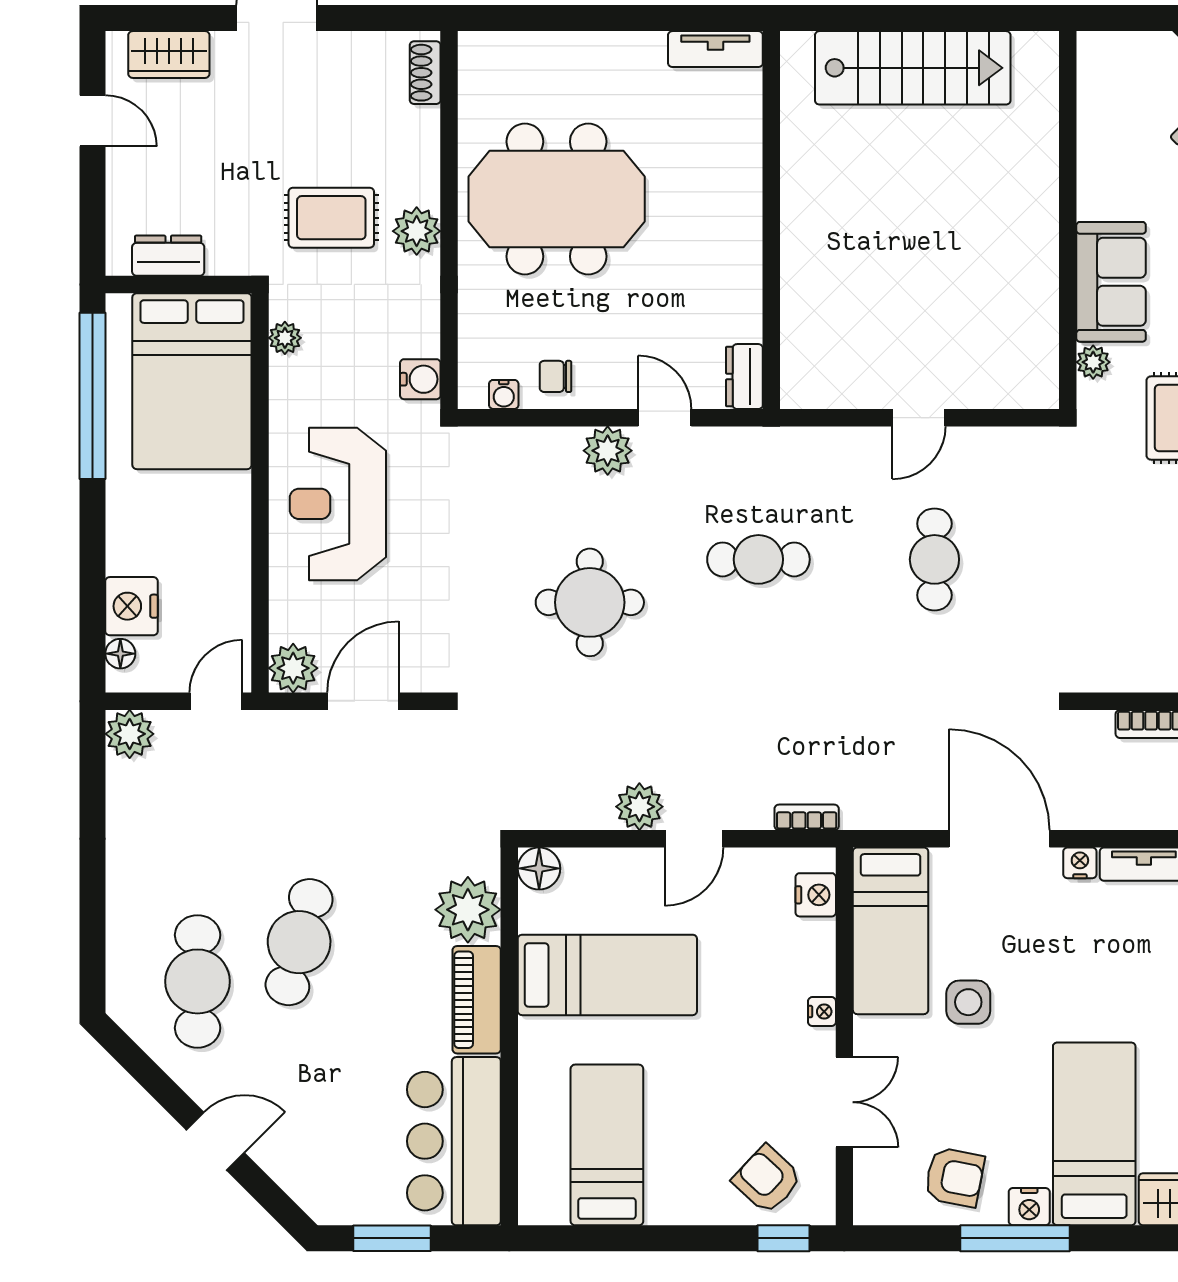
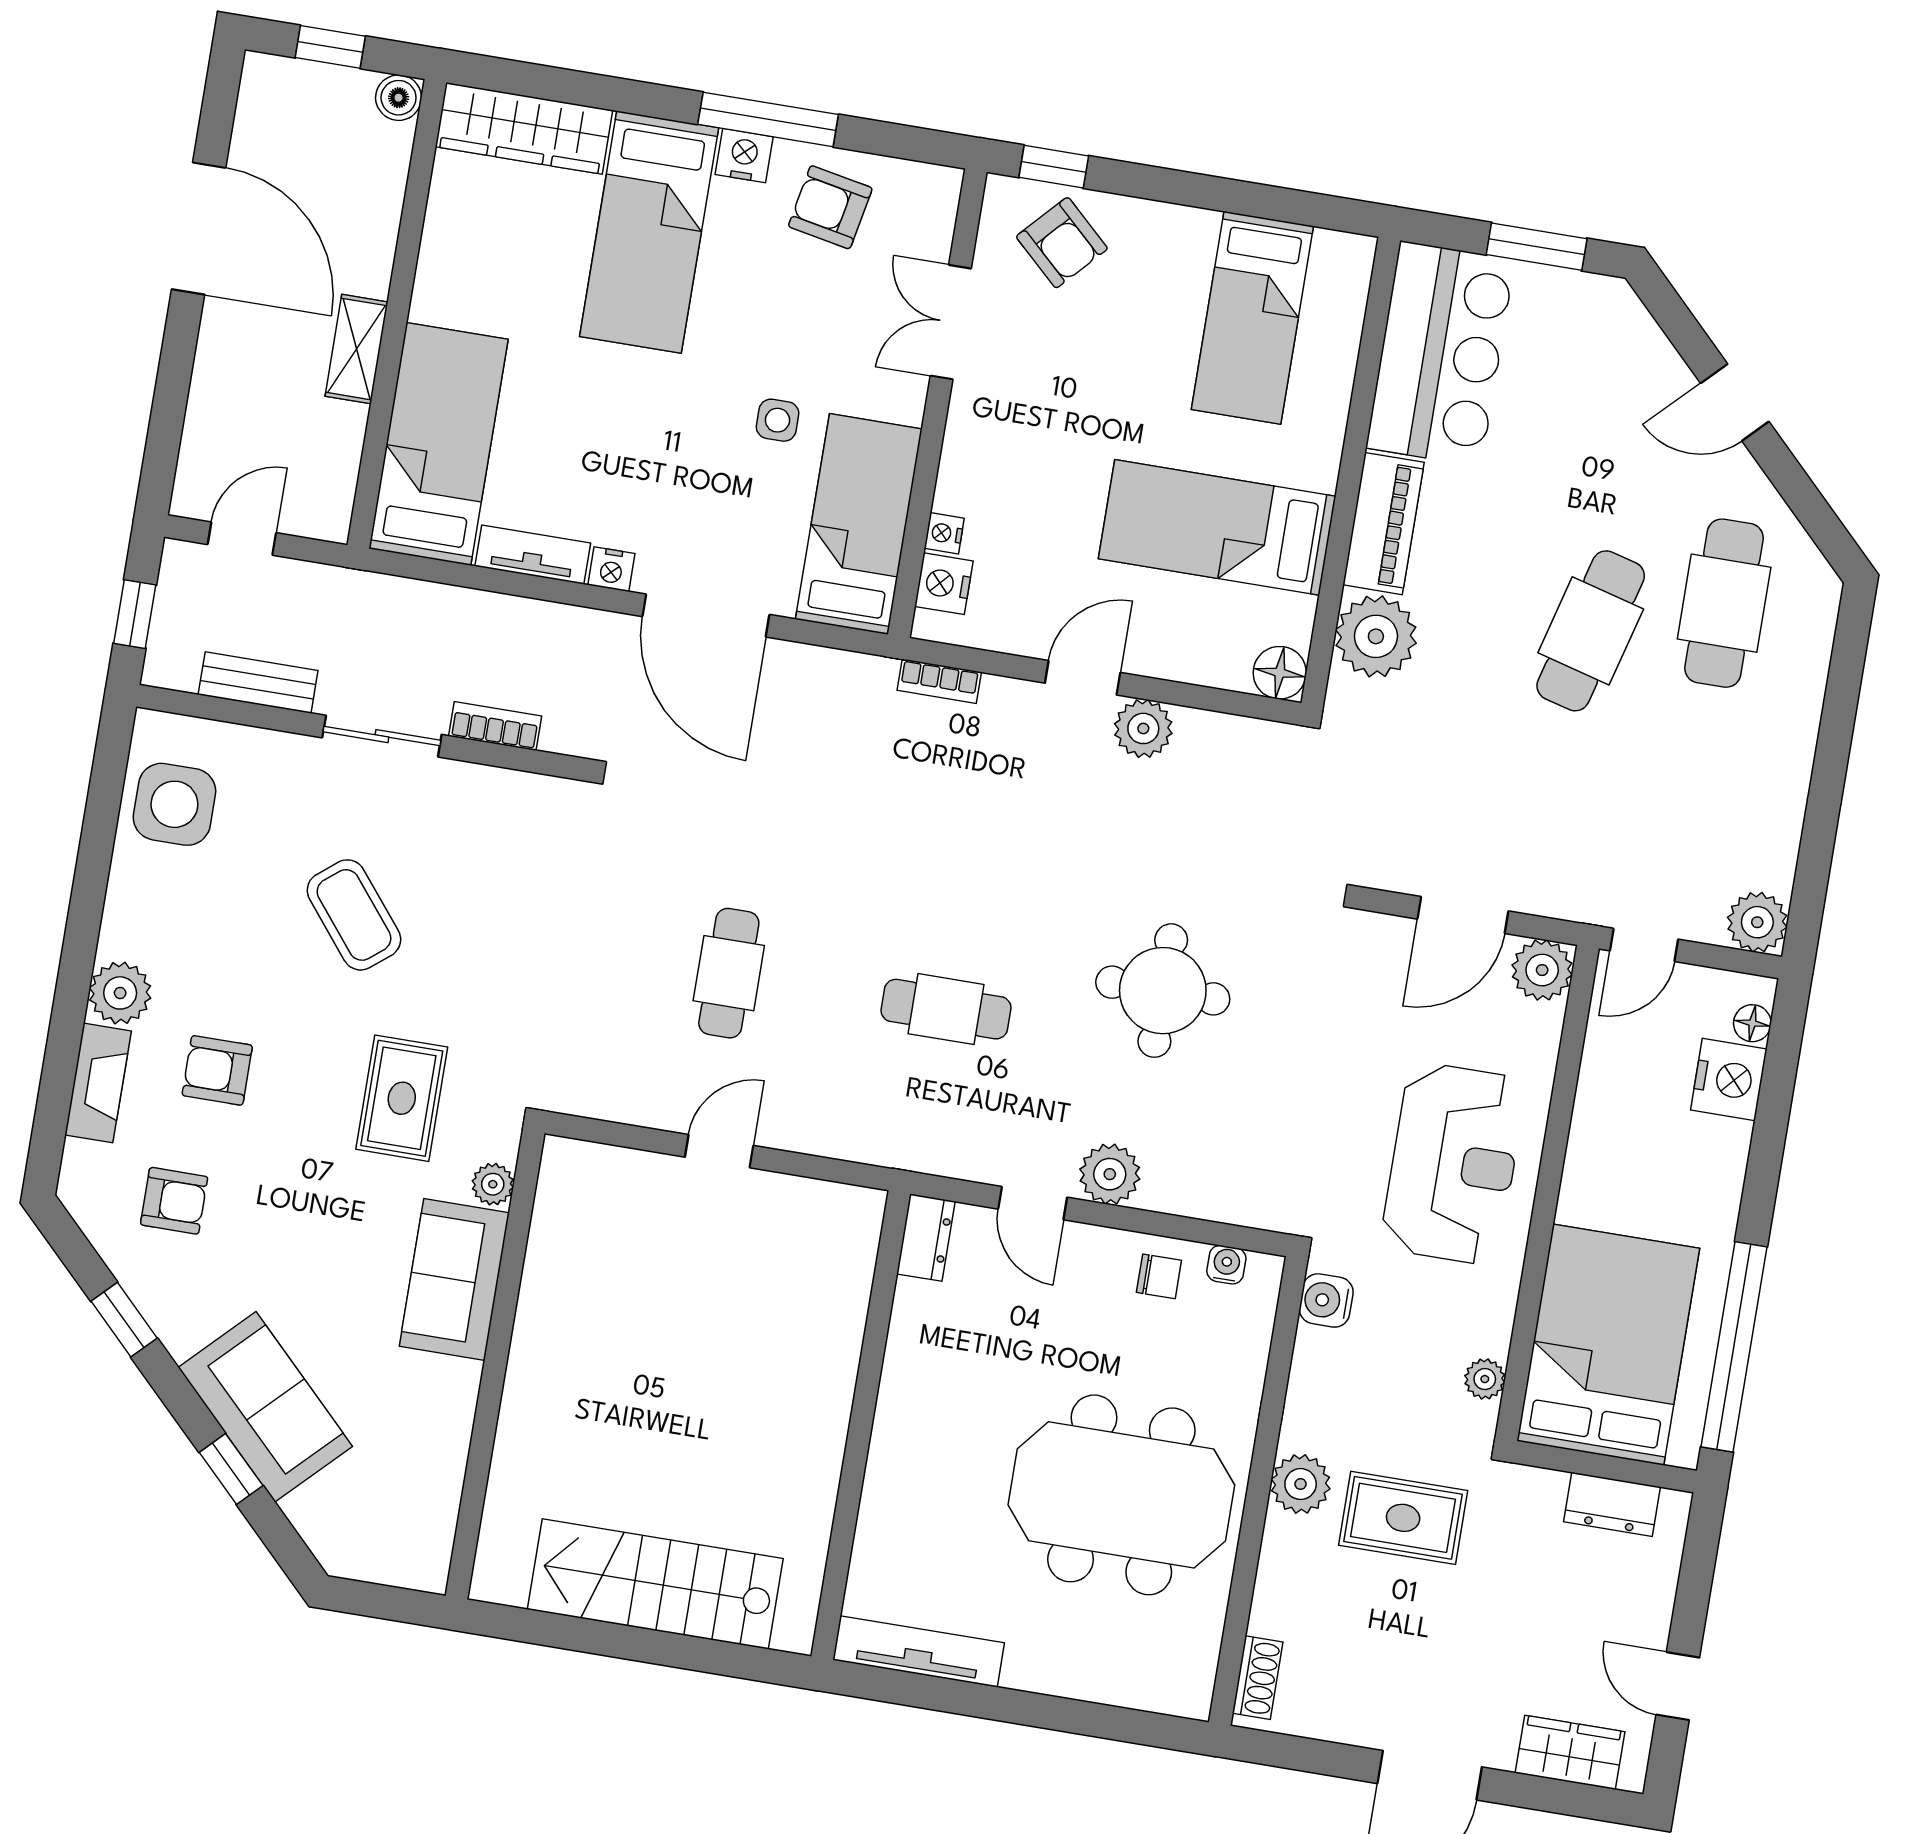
tv unit: (715, 49) -> (919, 1651), width x1.41
side table: (968, 1002) -> (778, 420), width x0.73, depth x0.73
nightstand: (822, 1012) -> (944, 533), moved

